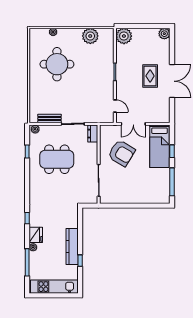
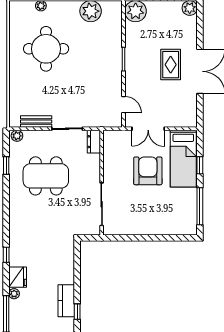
armchair: (121, 153) -> (148, 171), moved, turned -121
kitchen counter: (72, 247) -> (66, 301), width x0.67

